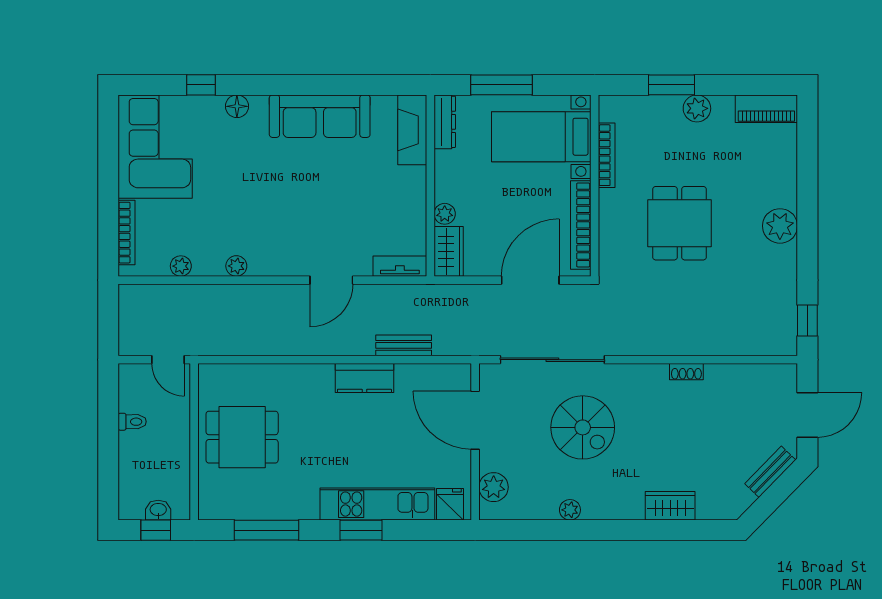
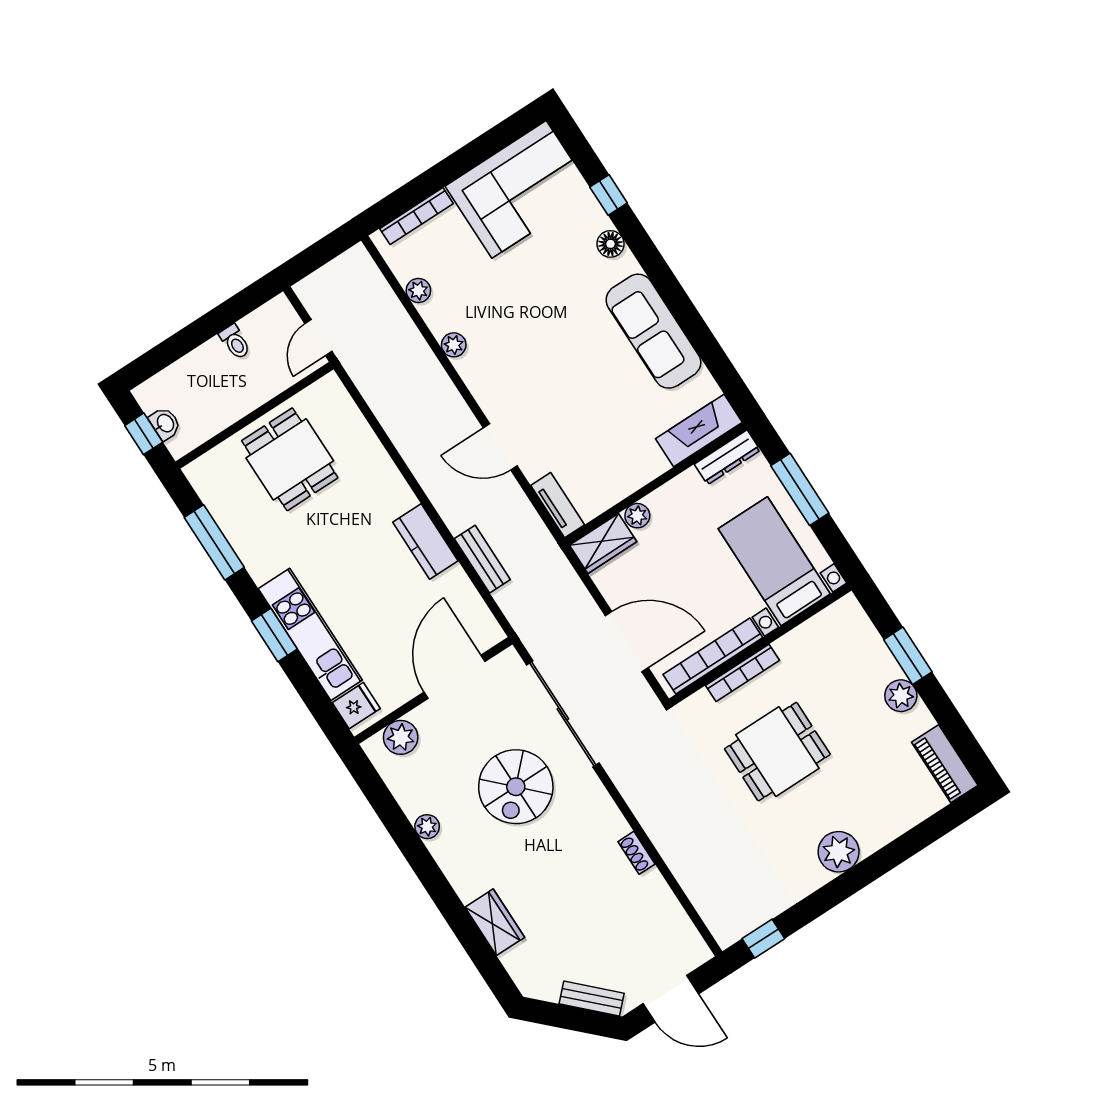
bookcase: (607, 155) -> (742, 673), moved

